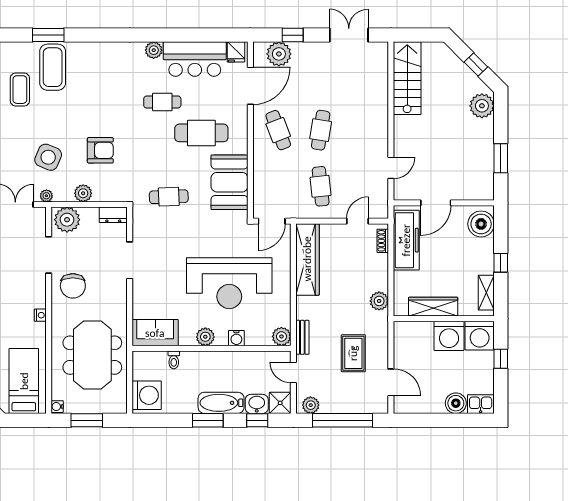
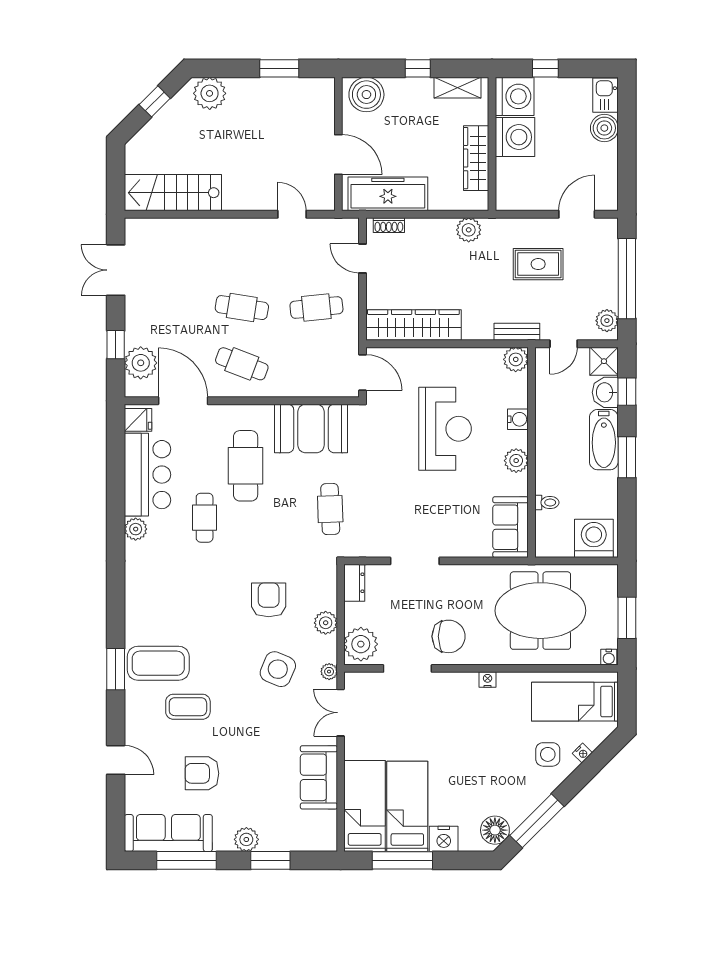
cafe table: (278, 130) -> (242, 364), turned 42
reception desk: (229, 283) -> (445, 429), width x0.74, depth x0.77

